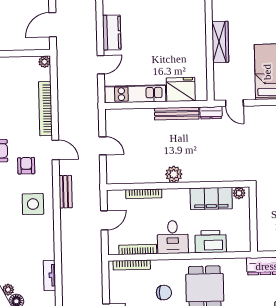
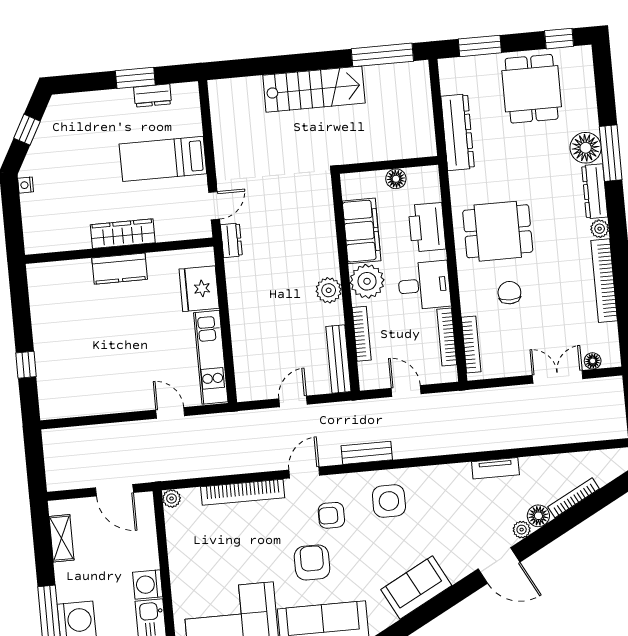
kitchen counter: (112, 33) -> (120, 269), moved, turned 180
bench: (177, 114) -> (338, 359), moved
plant: (239, 193) -> (367, 281), moved, width x1.88, depth x1.88
floor lamp: (244, 223) -> (396, 179), added

